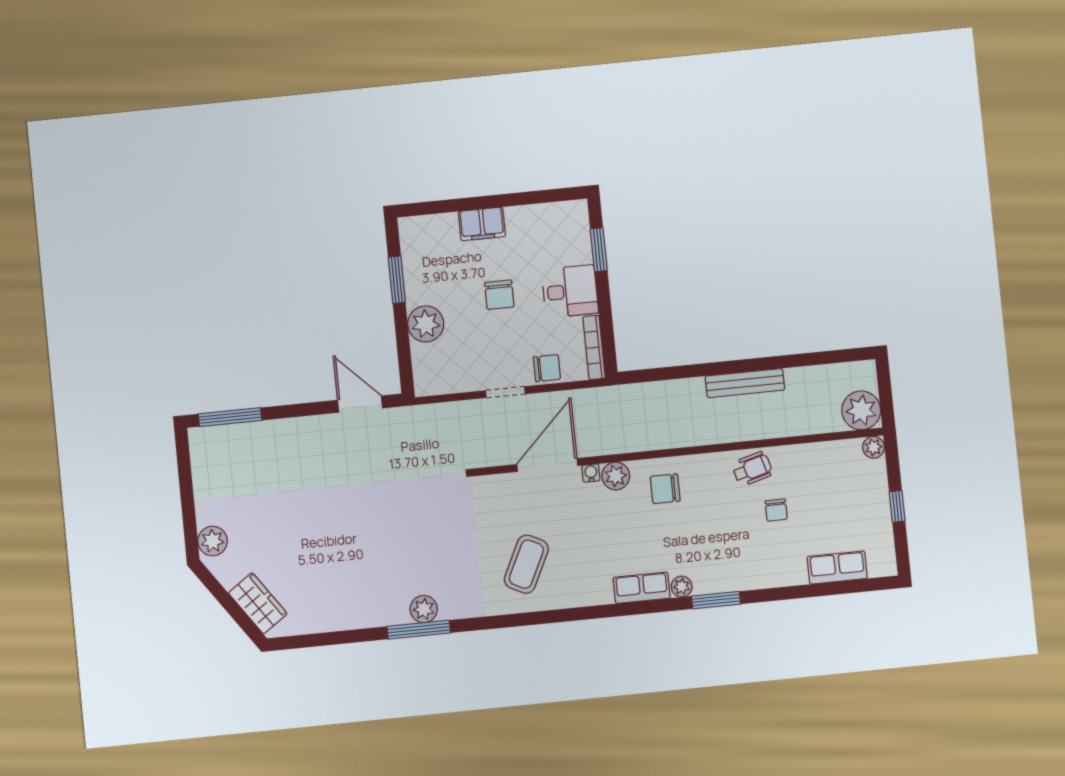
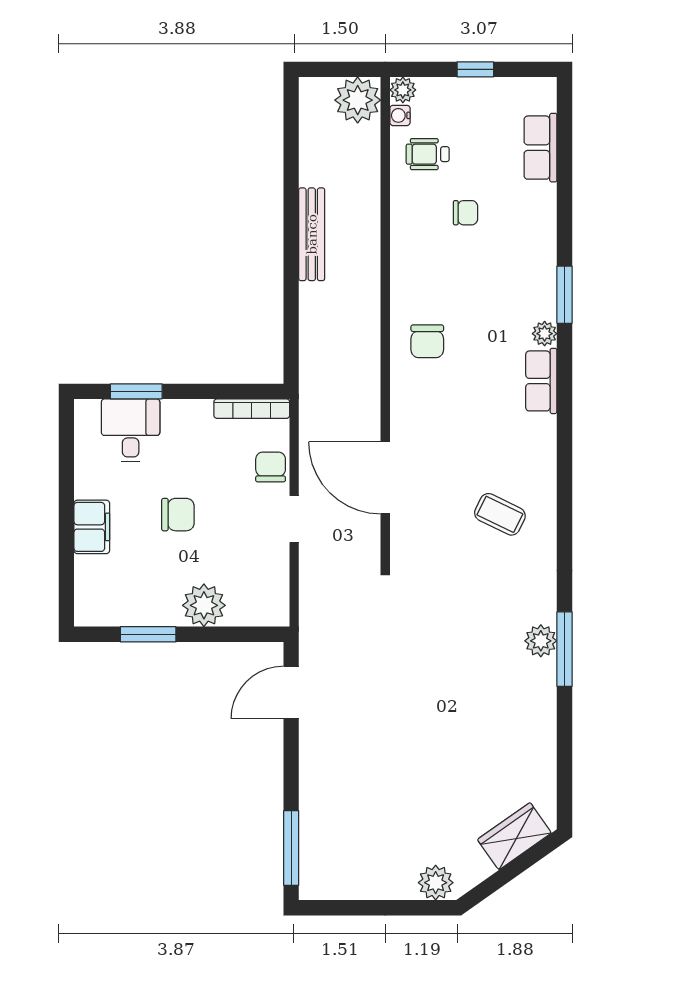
desk: (570, 291) -> (131, 430), moved
wheelchair: (752, 469) -> (428, 154), moved, turned -74
water cooler: (591, 473) -> (400, 115), moved
plant: (616, 476) -> (406, 398), removed
coffee table: (526, 564) -> (500, 514), width x0.73, depth x0.77

